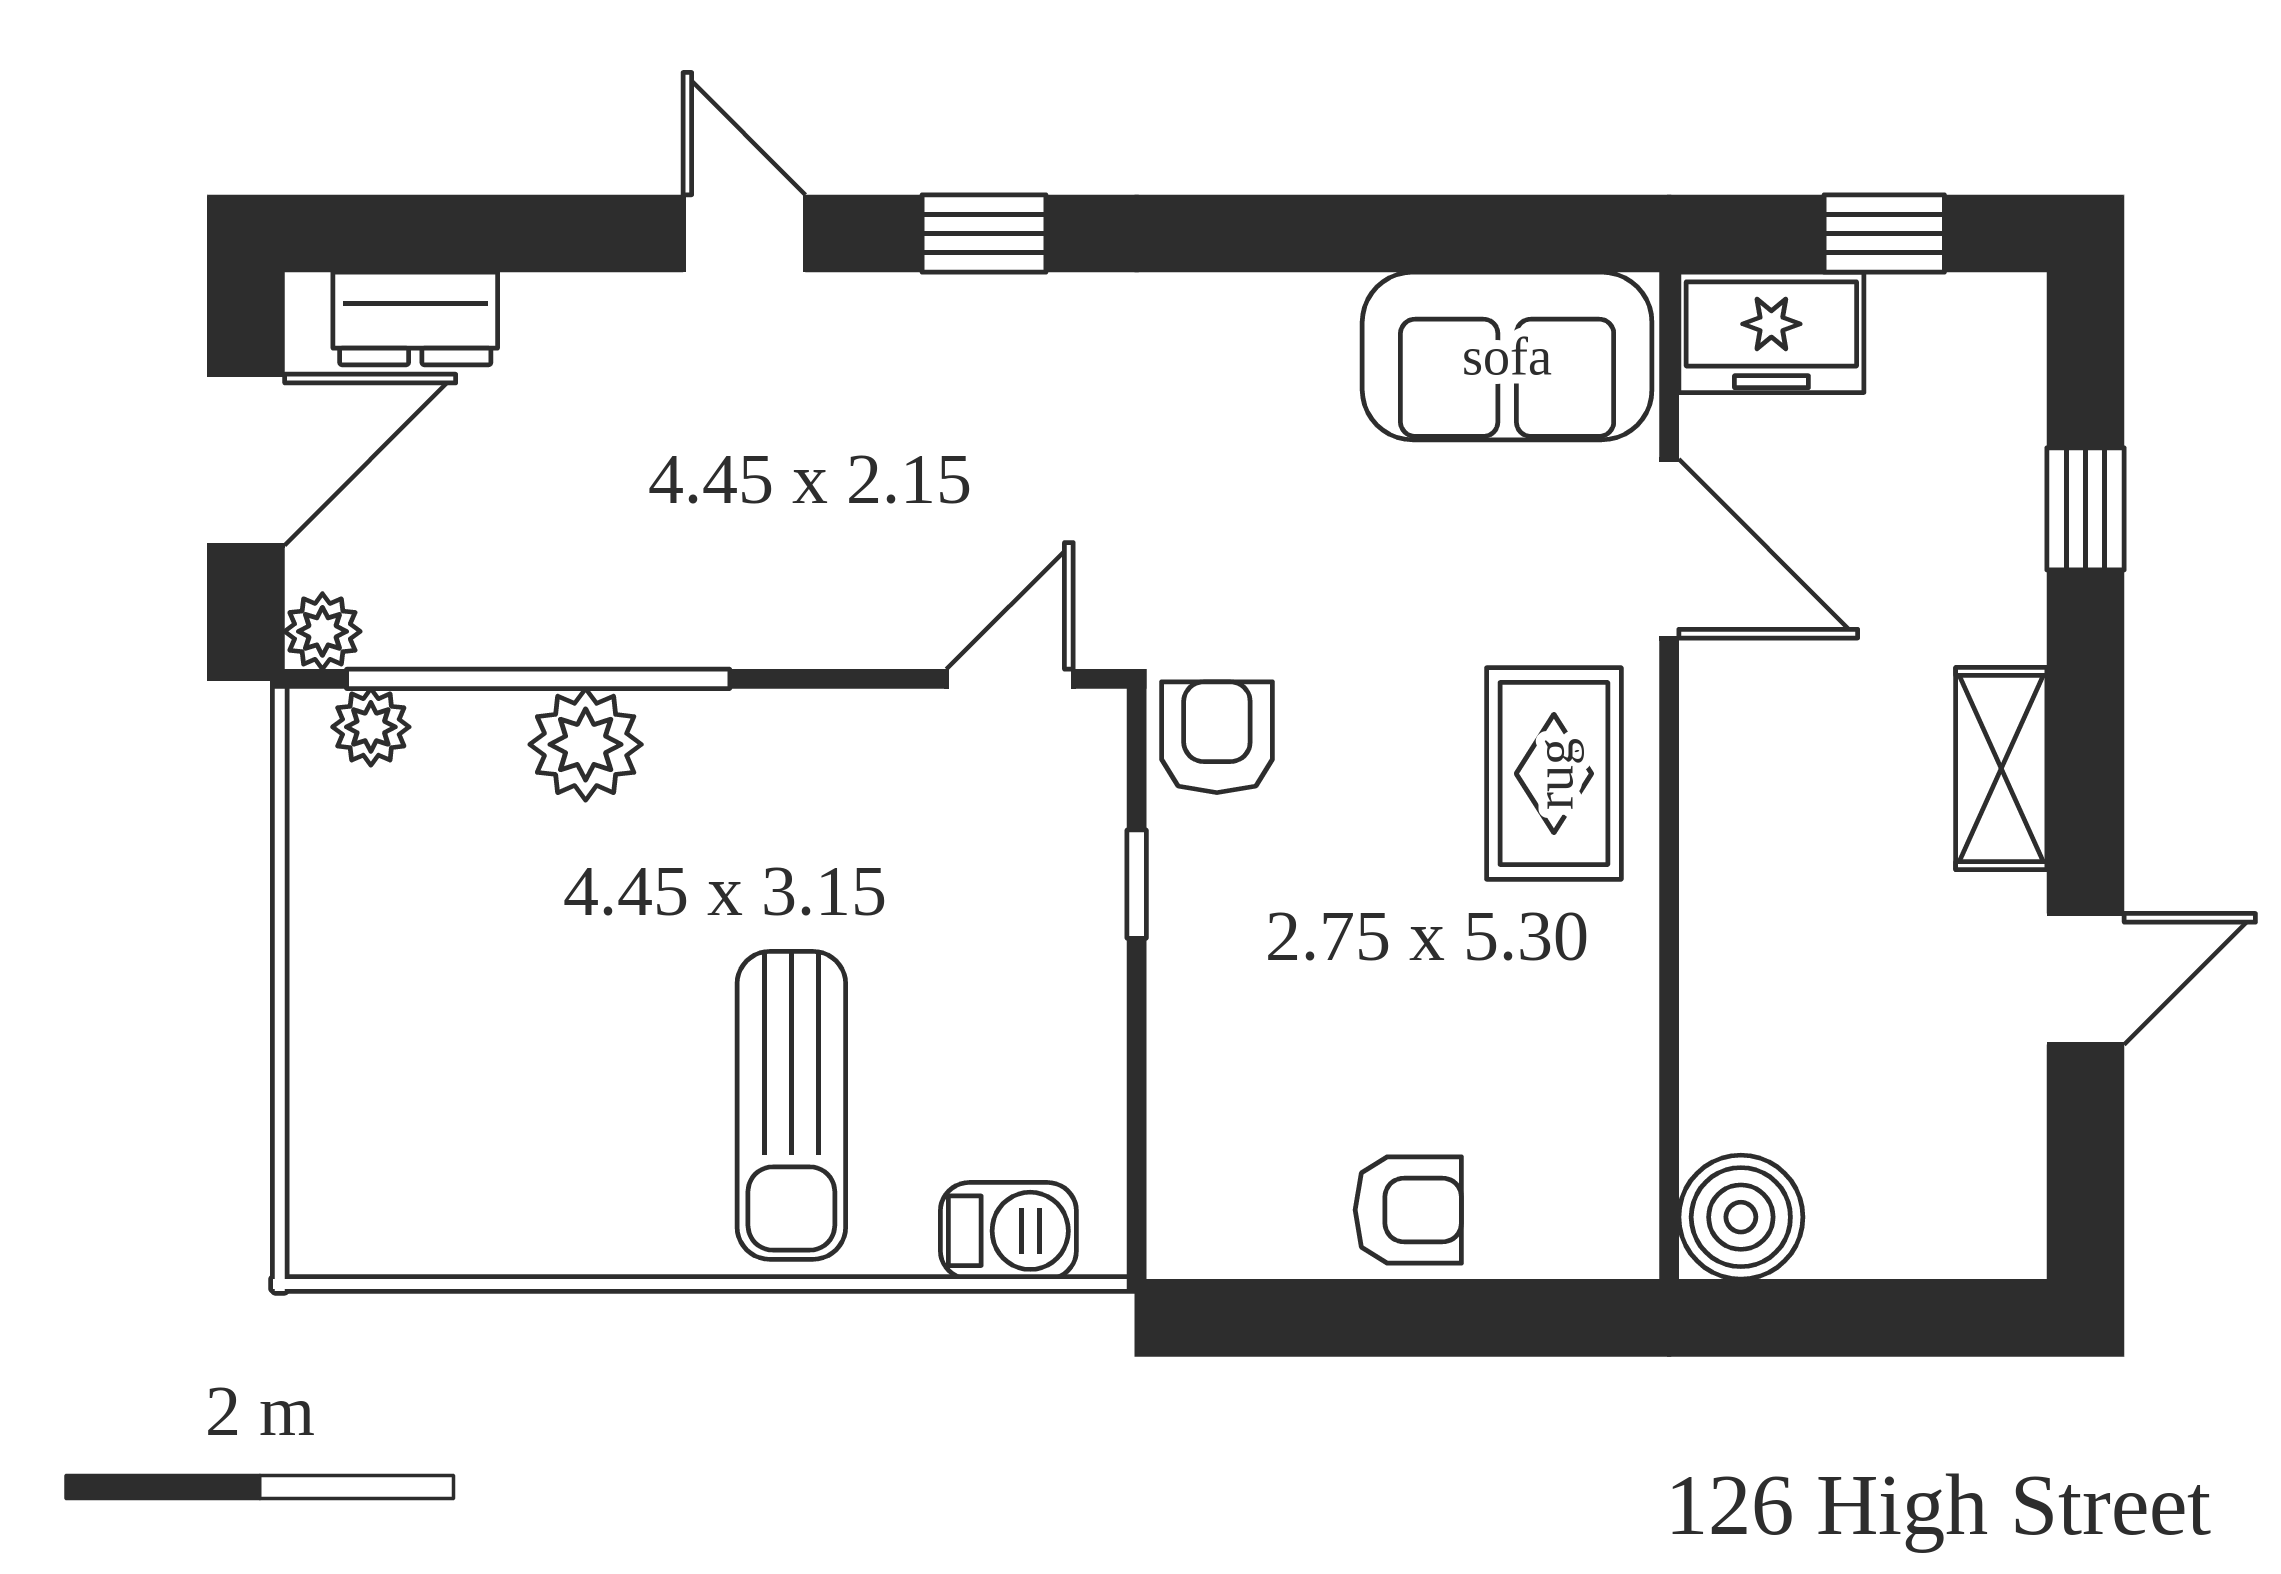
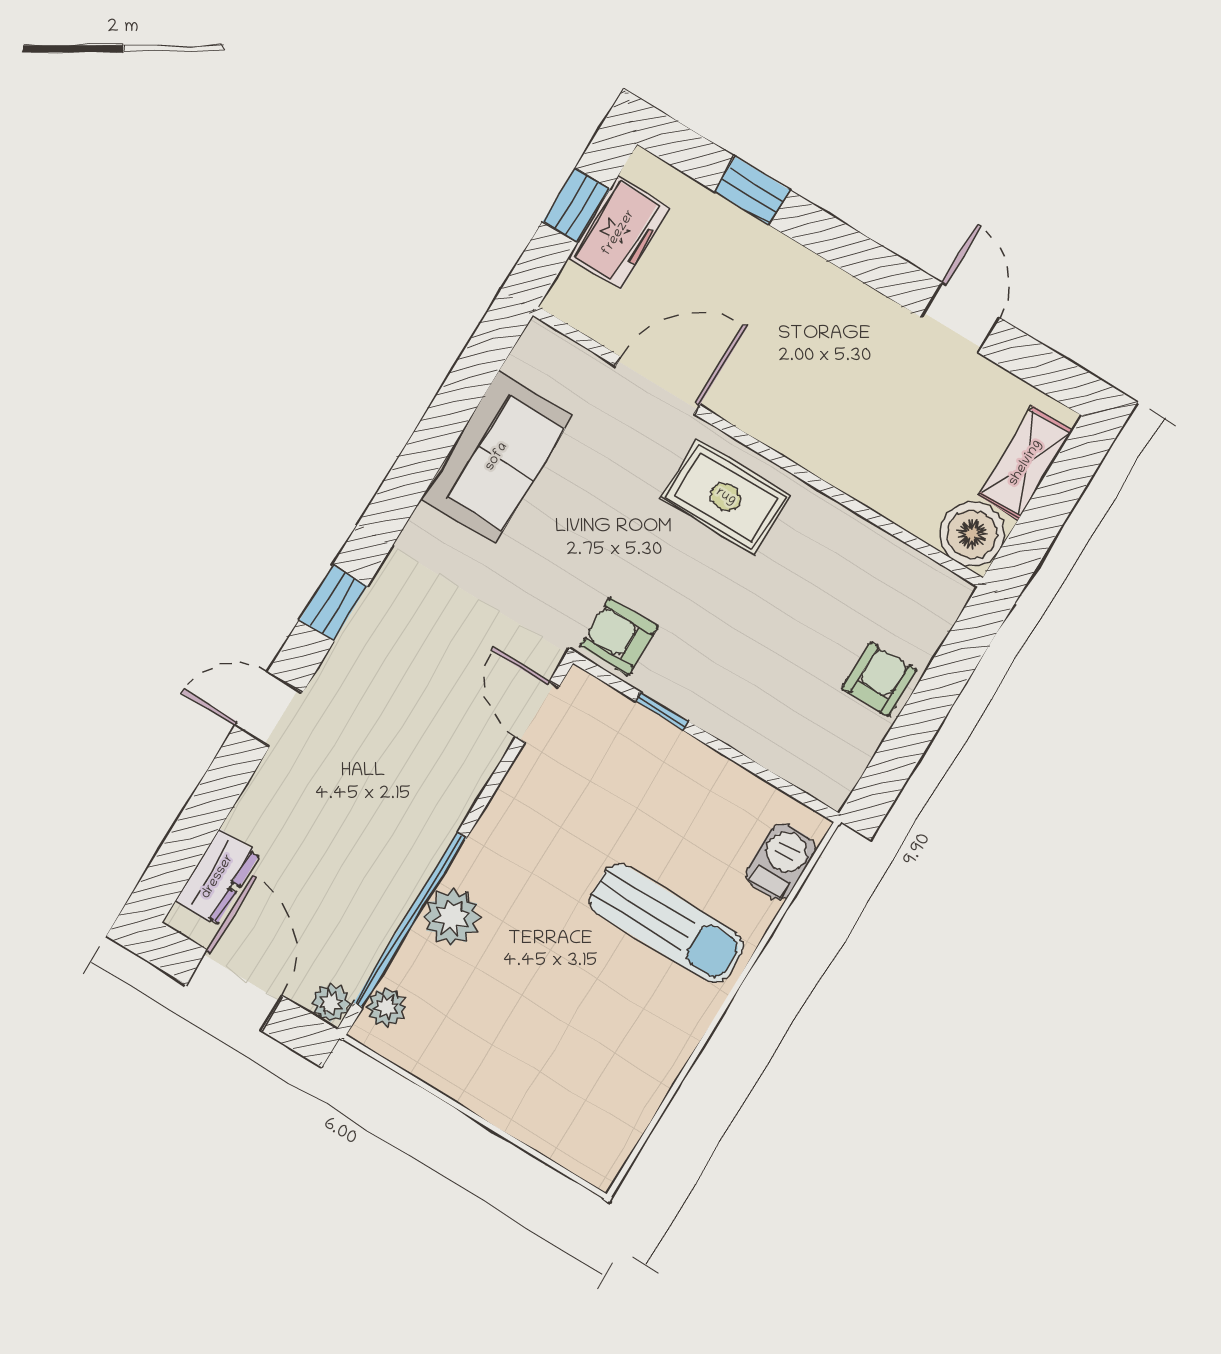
freezer: (1771, 332) -> (619, 233), moved
sofa: (1507, 356) -> (497, 457), moved
shelving: (2001, 769) -> (1026, 463), moved, turned 90

